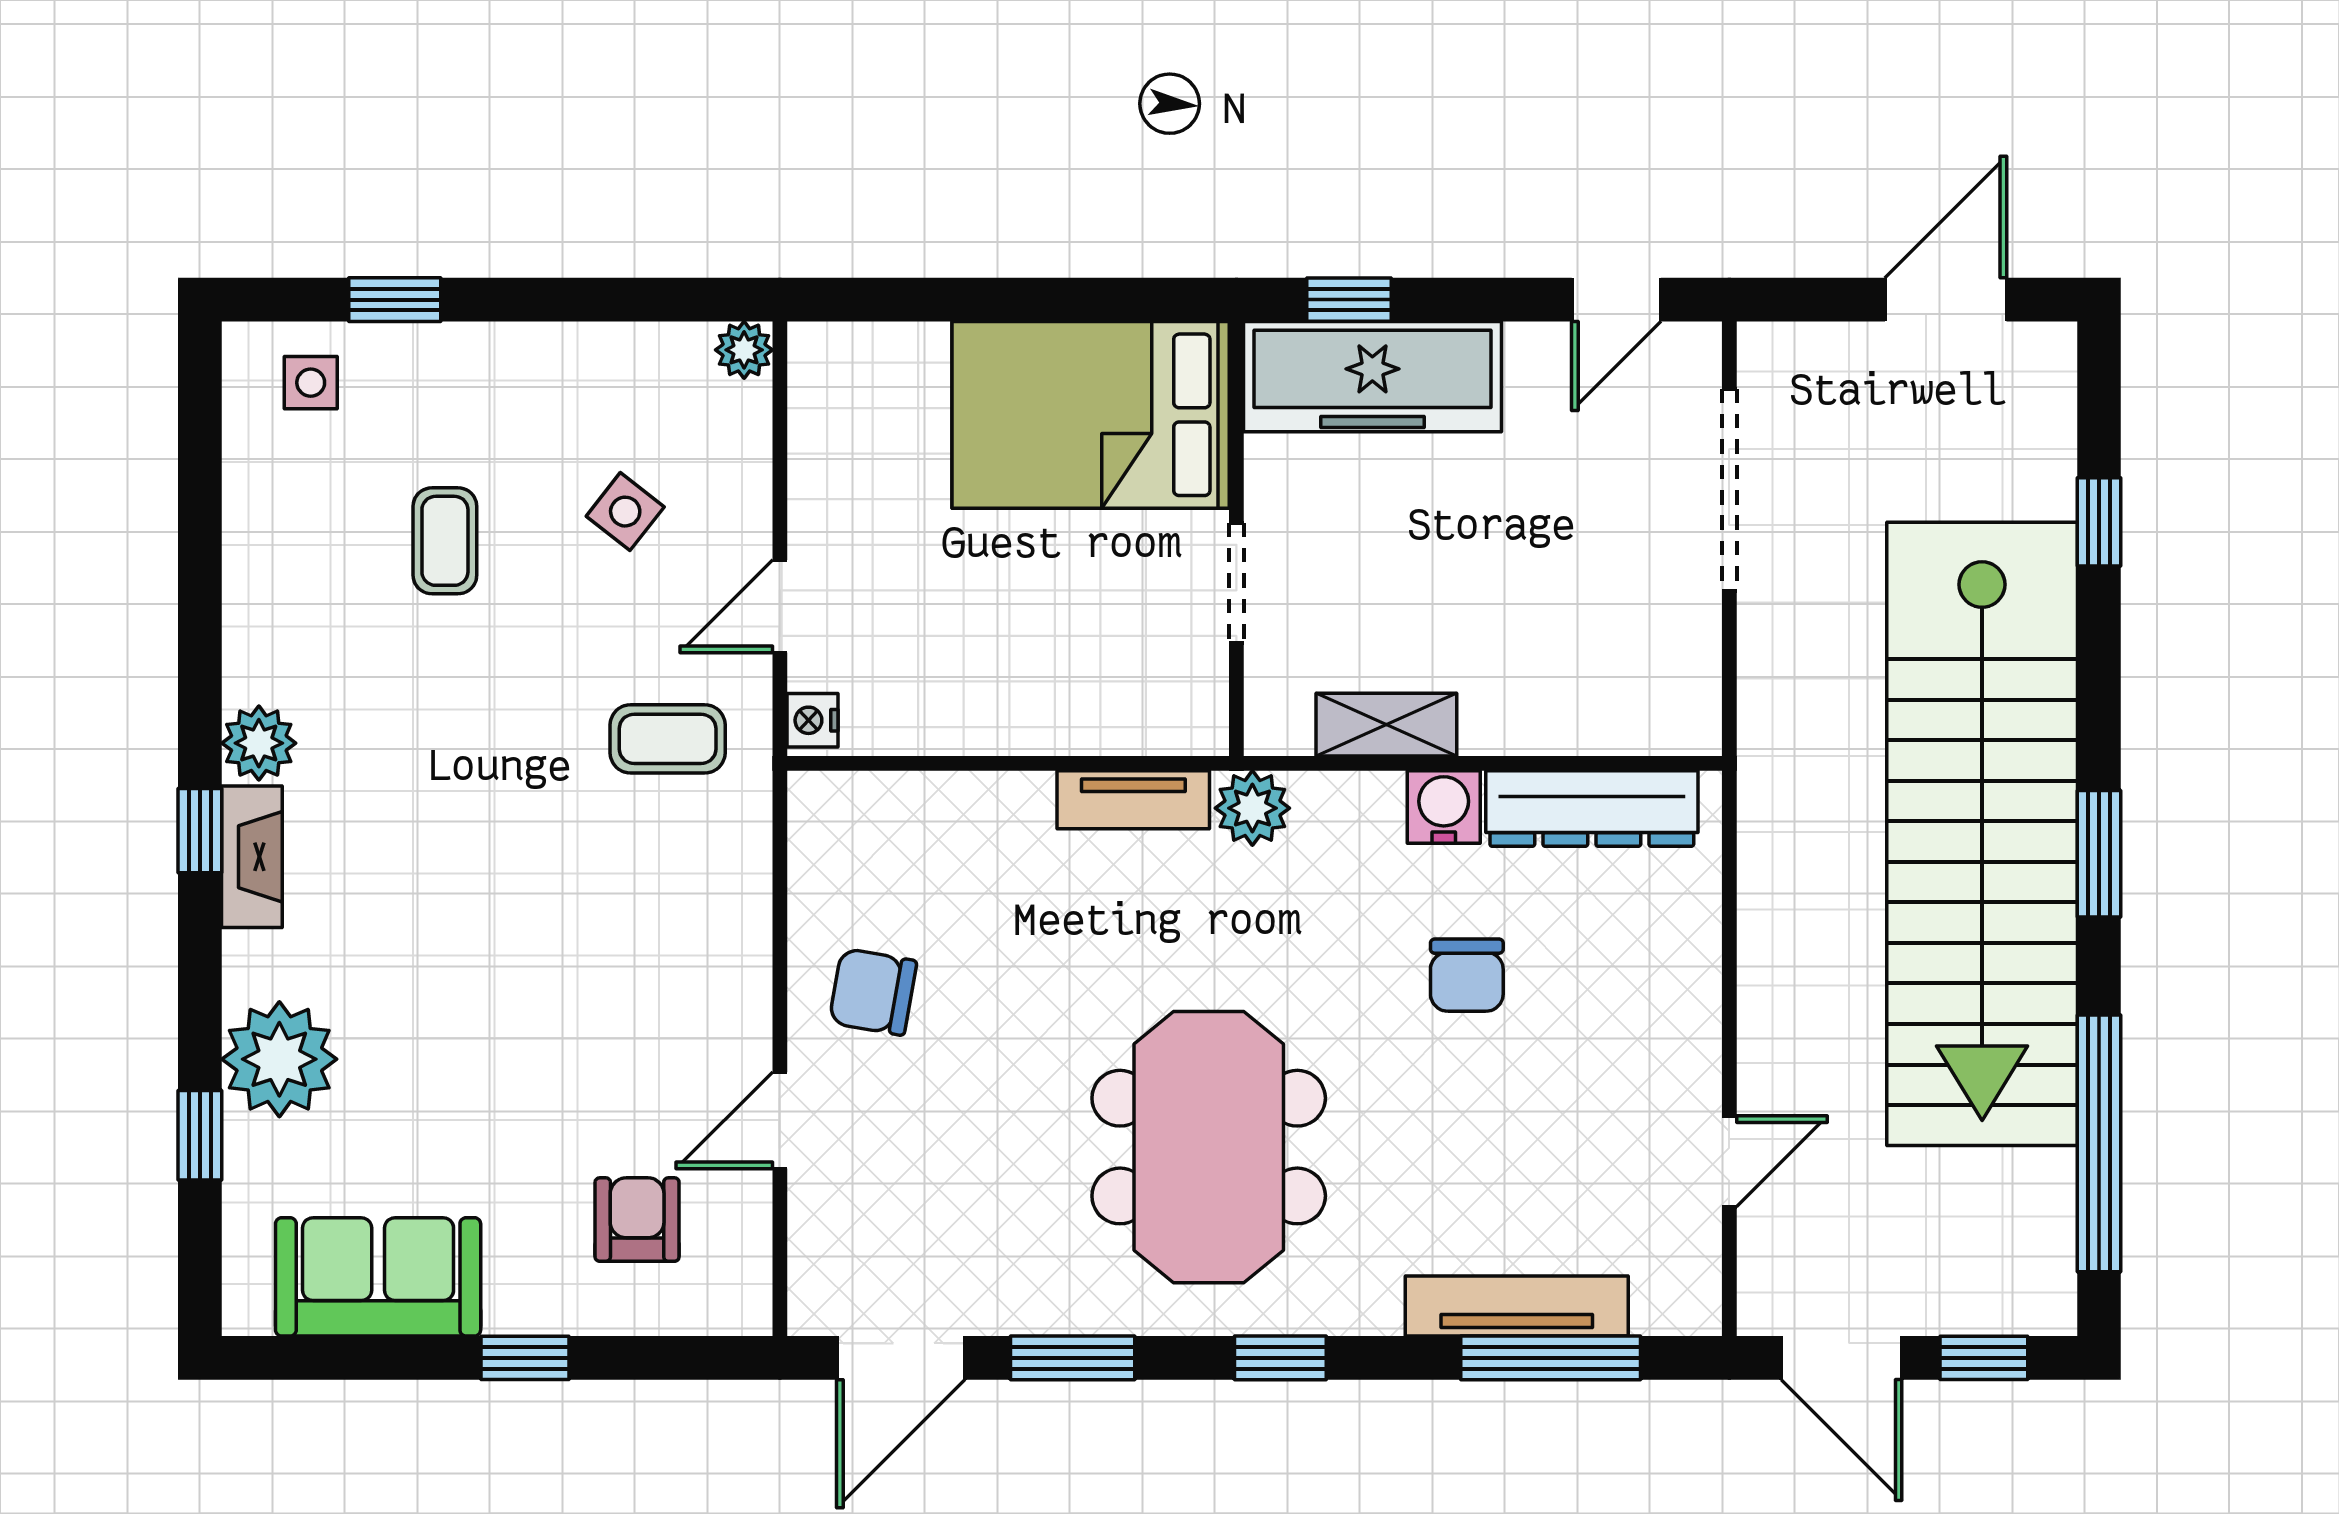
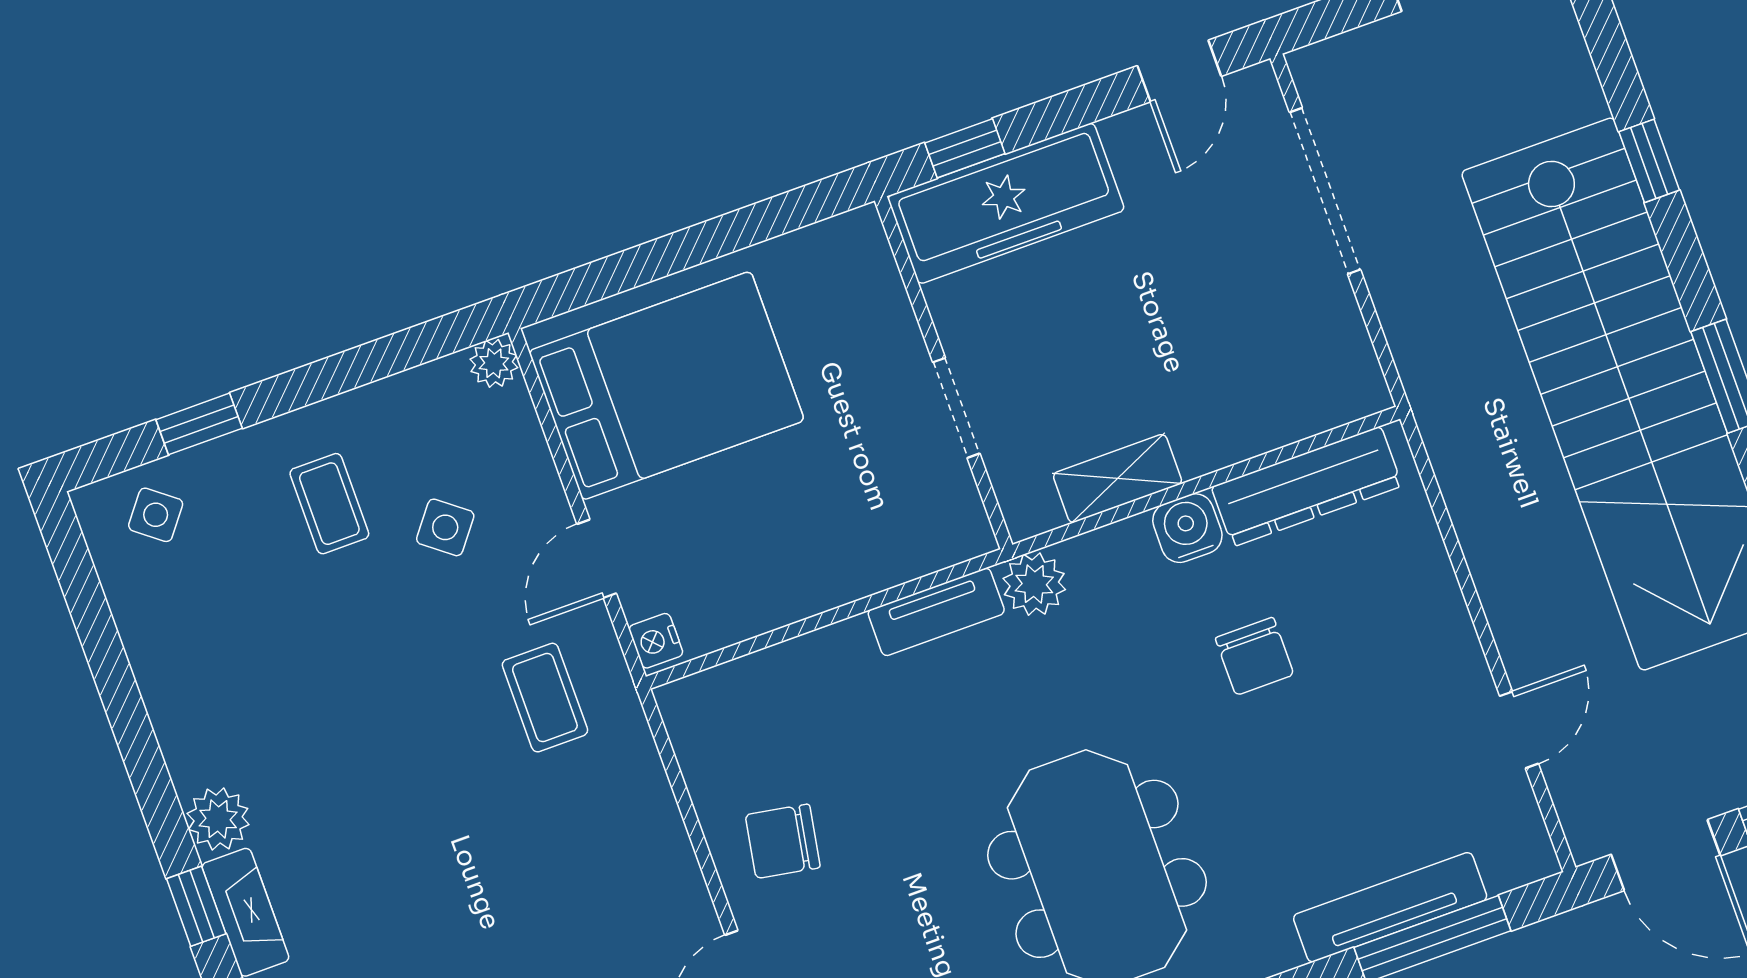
side table: (311, 383) -> (156, 515), turned 38
bed: (1091, 415) -> (667, 386), moved, turned 180
window: (2099, 522) -> (1649, 161), moved
coffee table: (445, 541) -> (329, 504), moved
coffee table: (668, 739) -> (545, 698), turned 90

